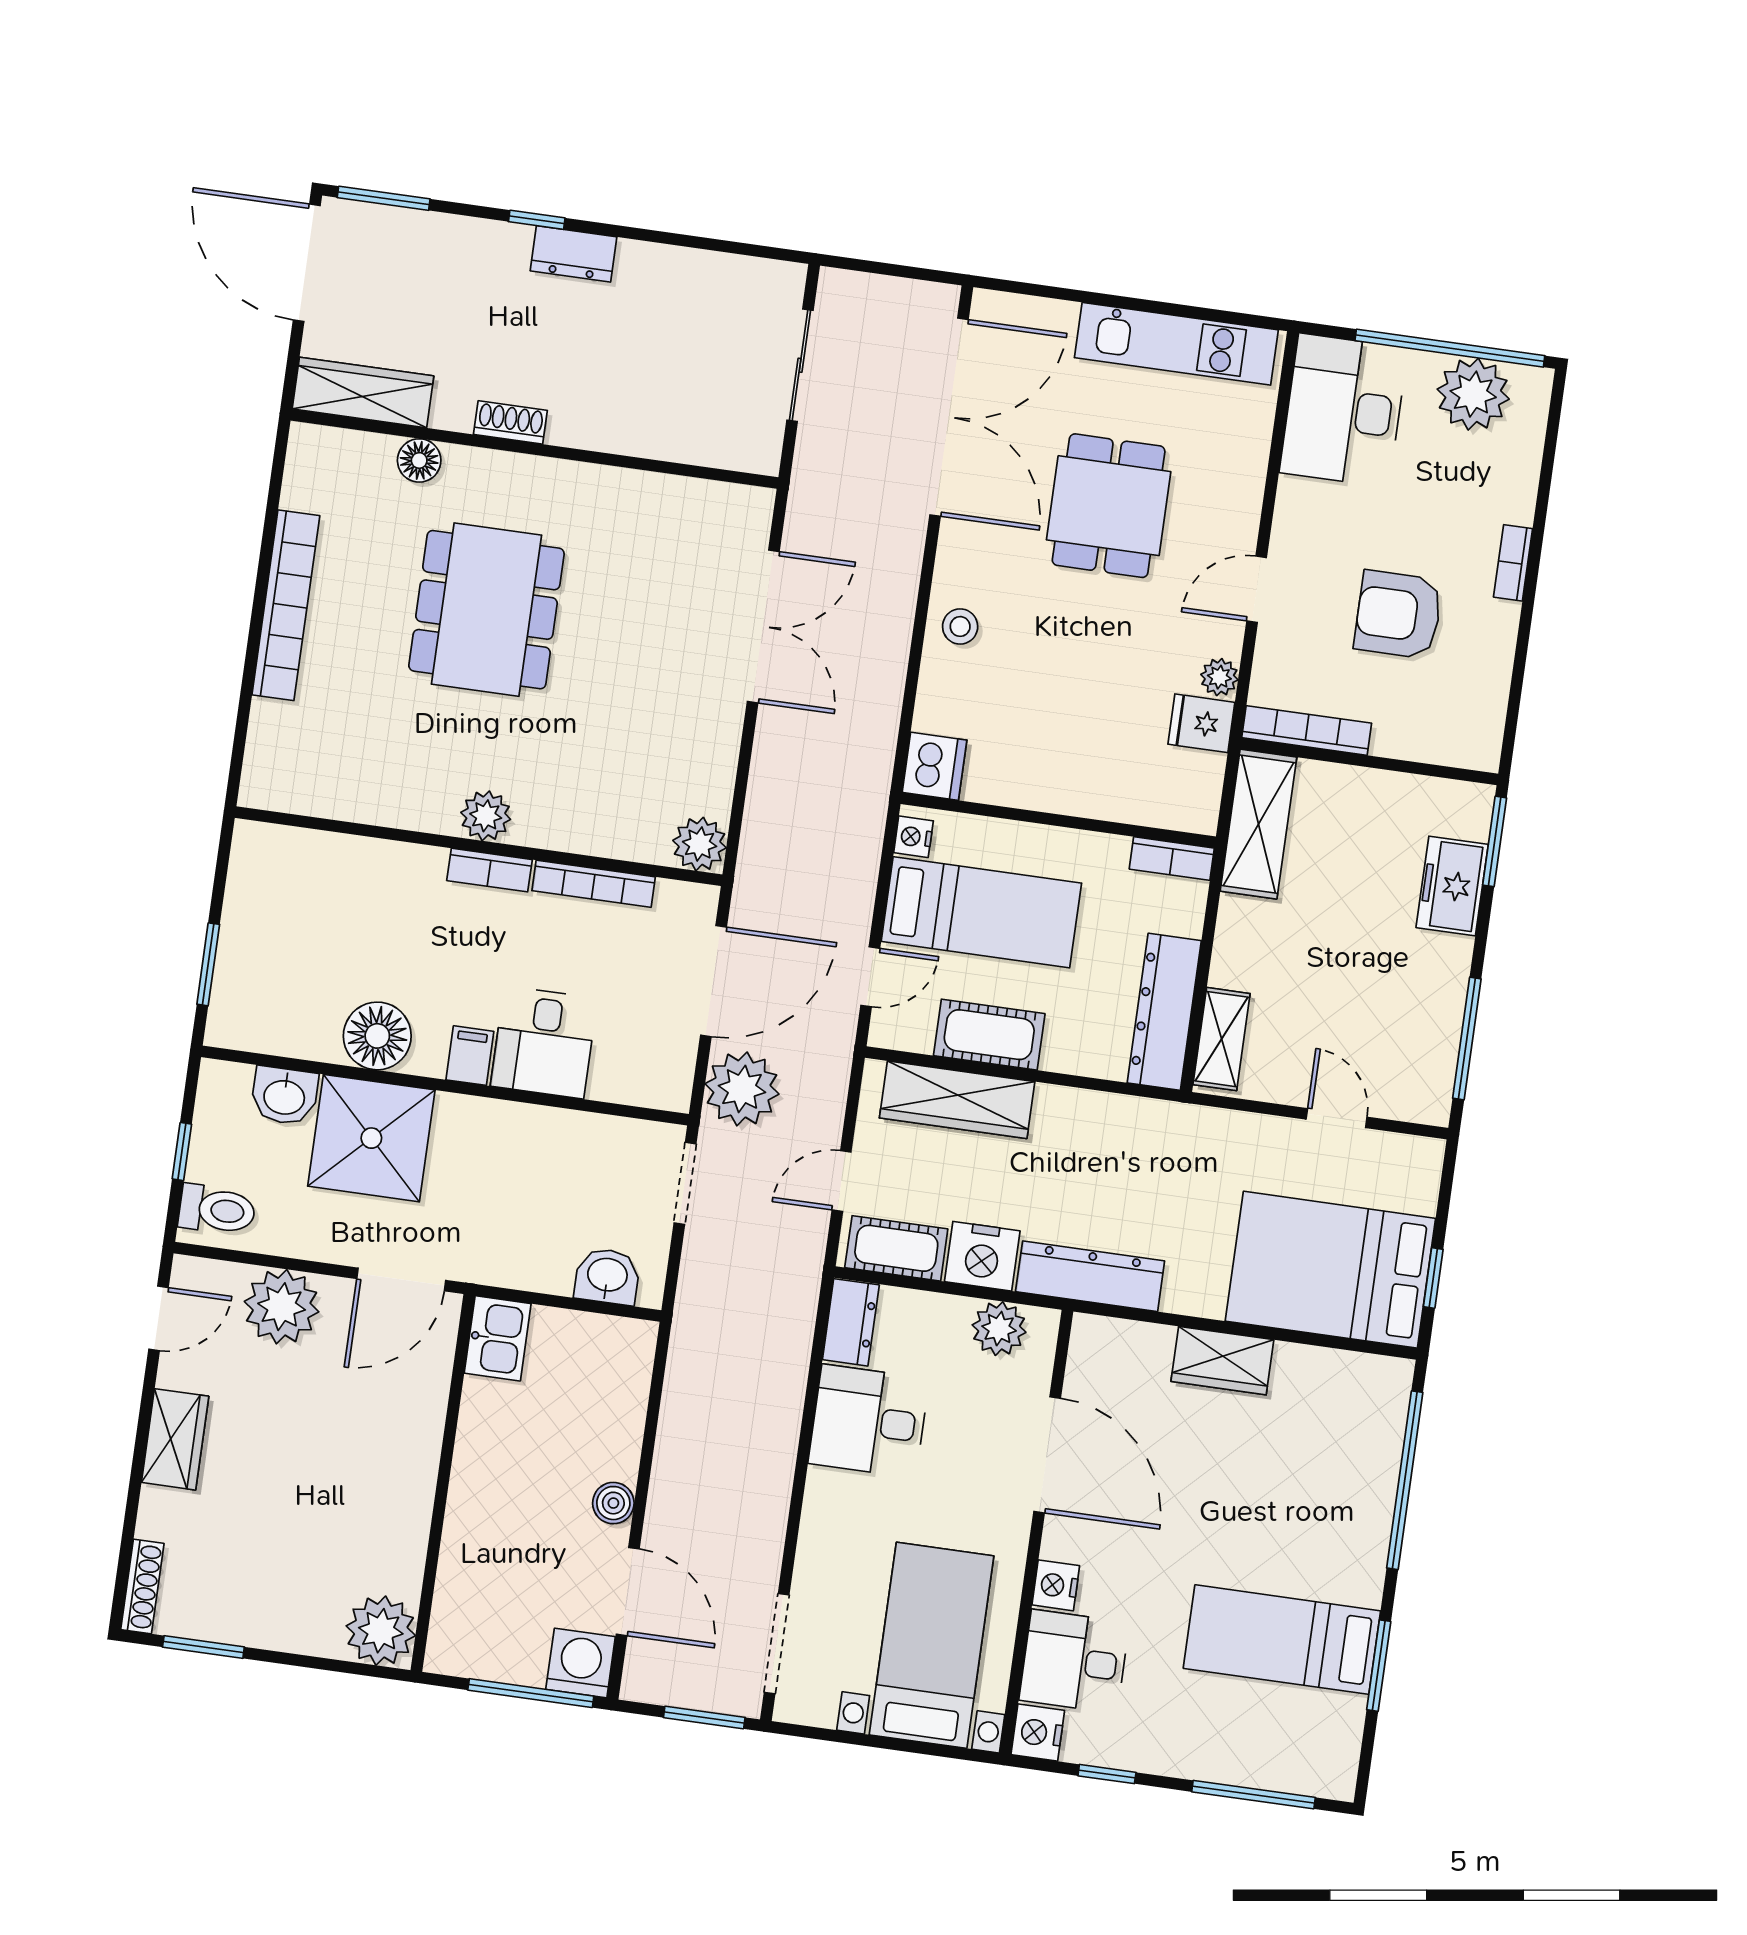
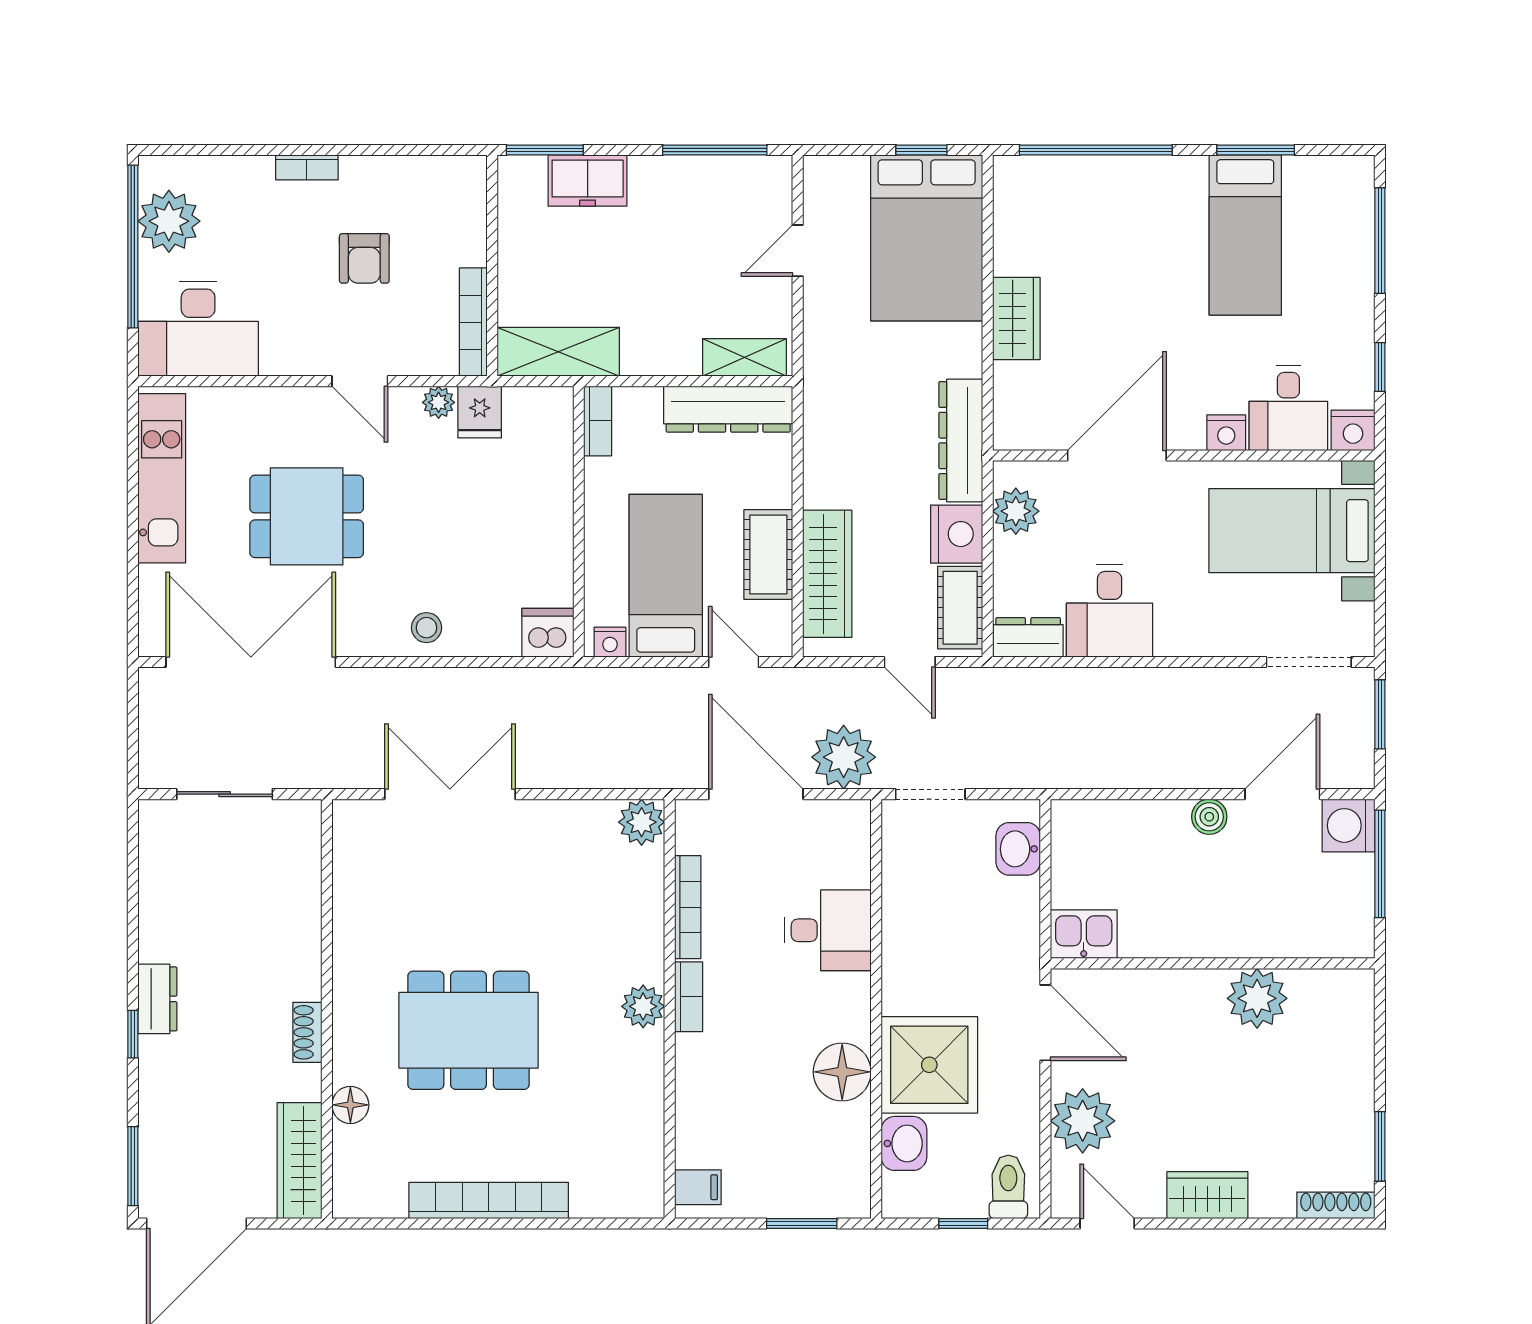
armchair: (1398, 615) -> (364, 258), width x0.72, depth x0.72
filing cabinet: (470, 1056) -> (698, 1187), moved, turned 180
plant: (381, 1631) -> (1257, 998), moved

